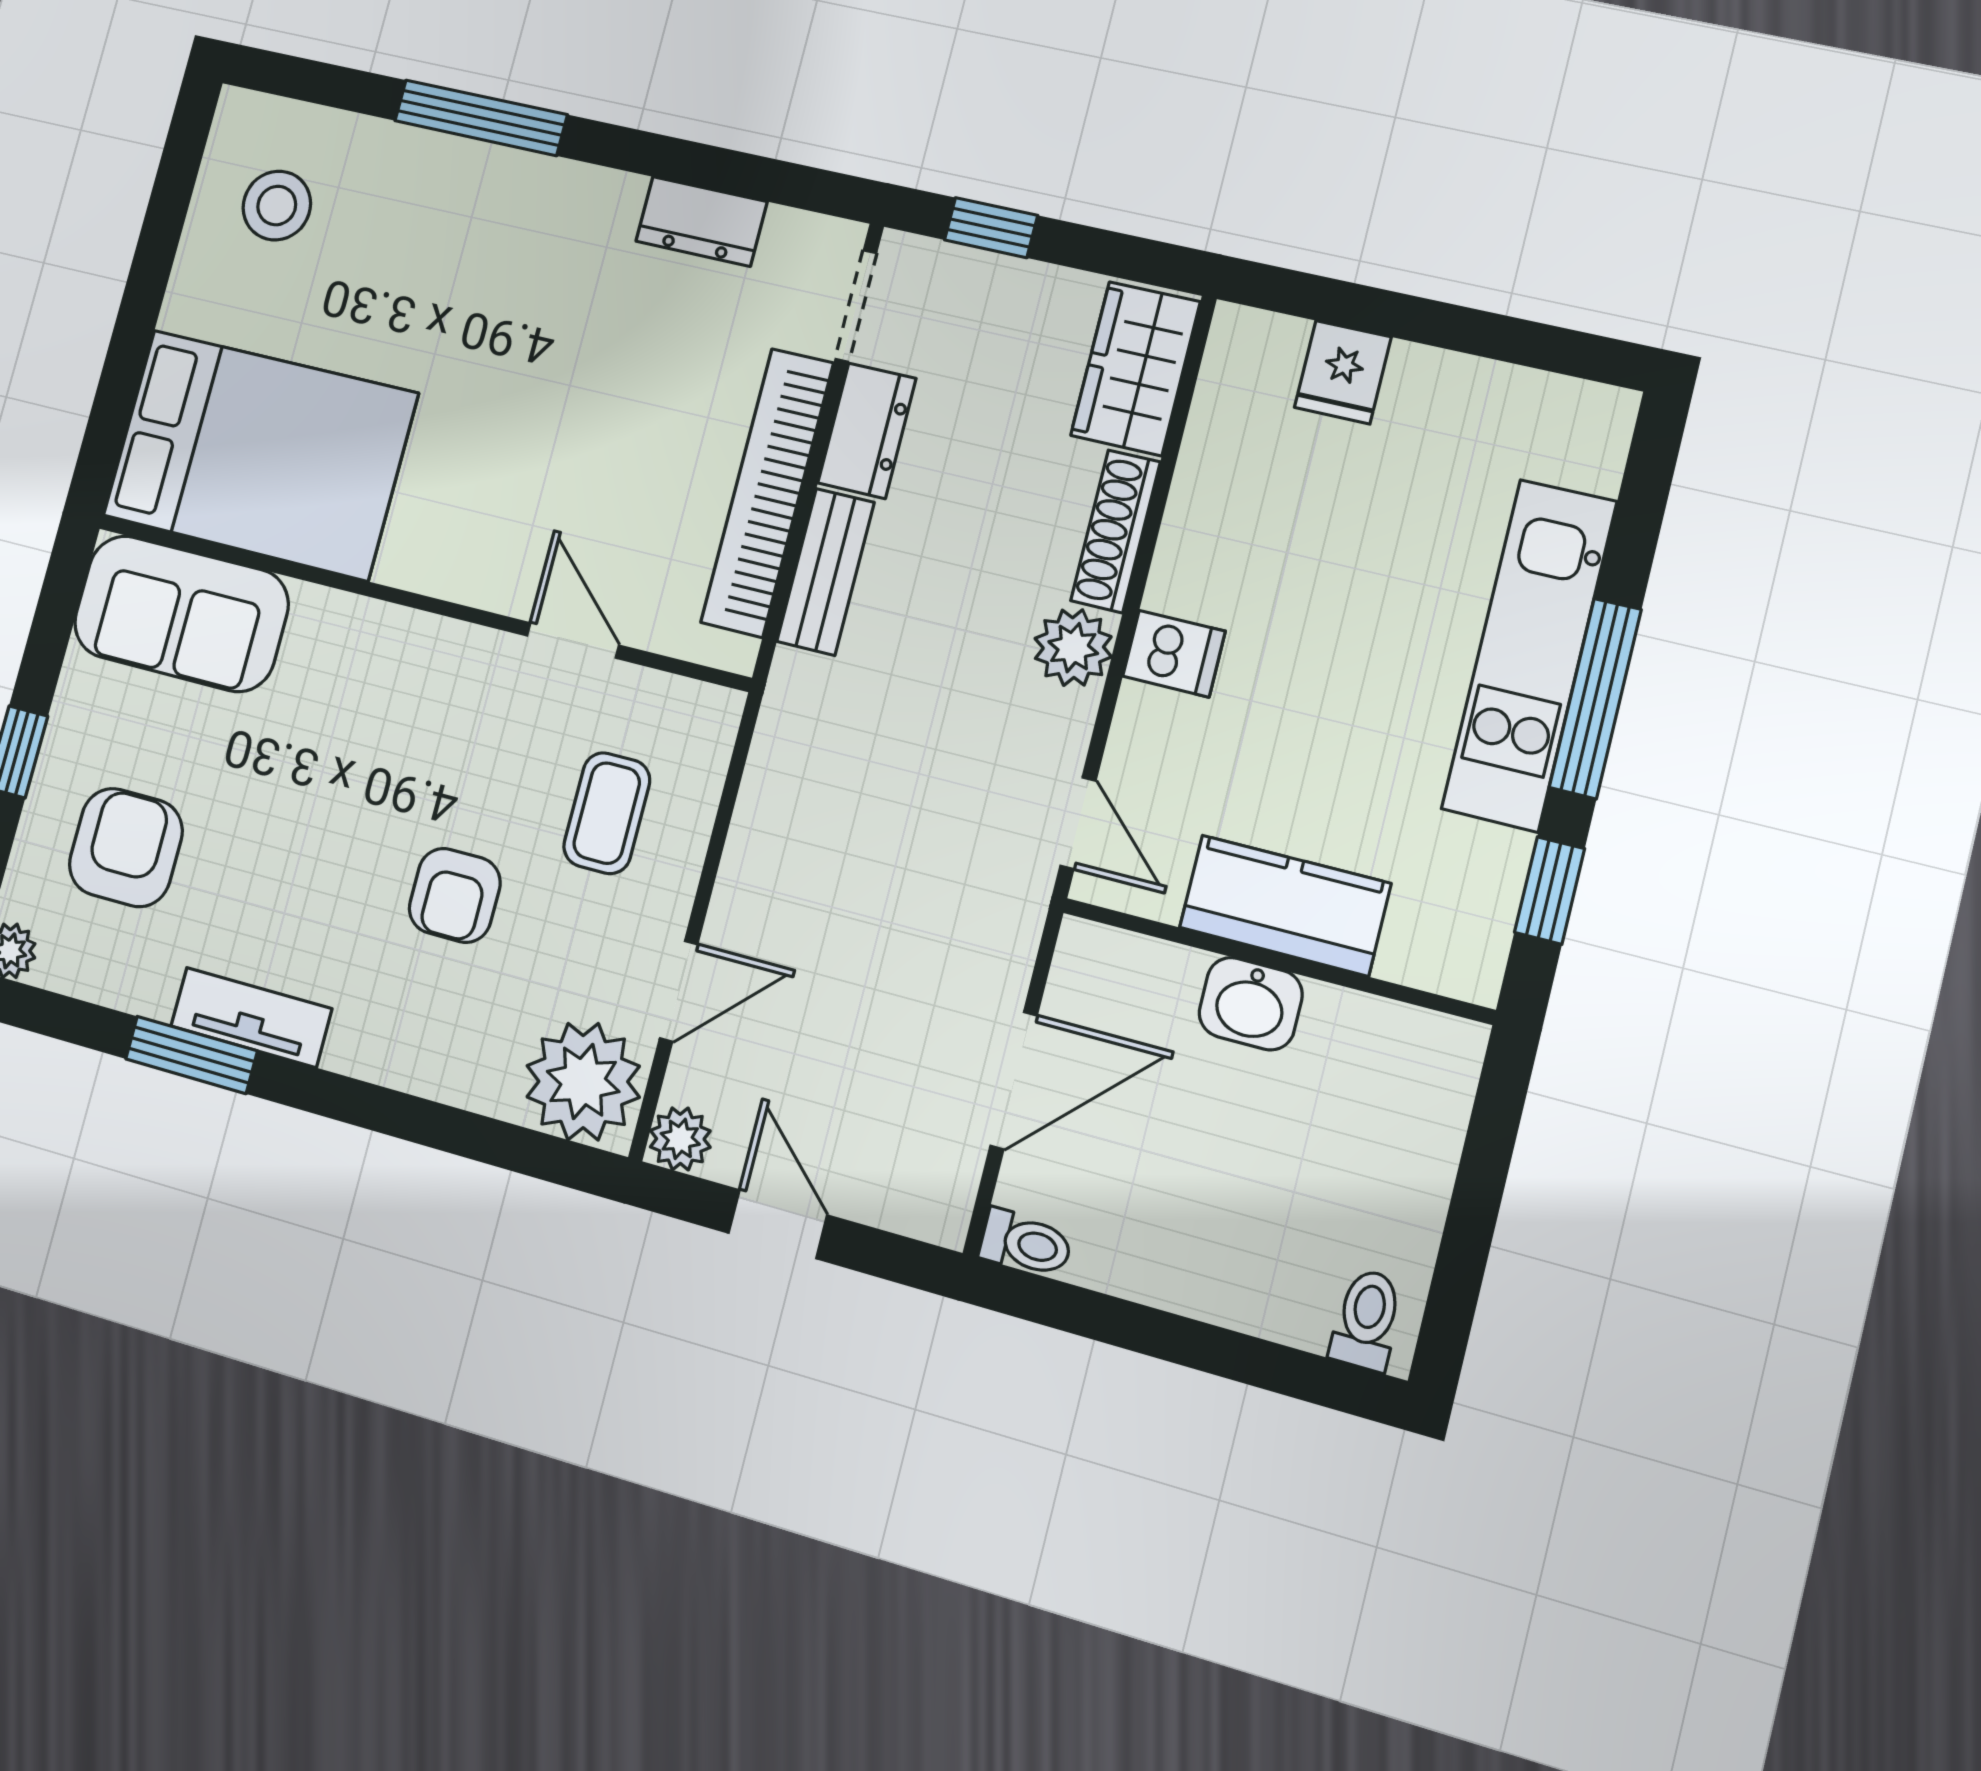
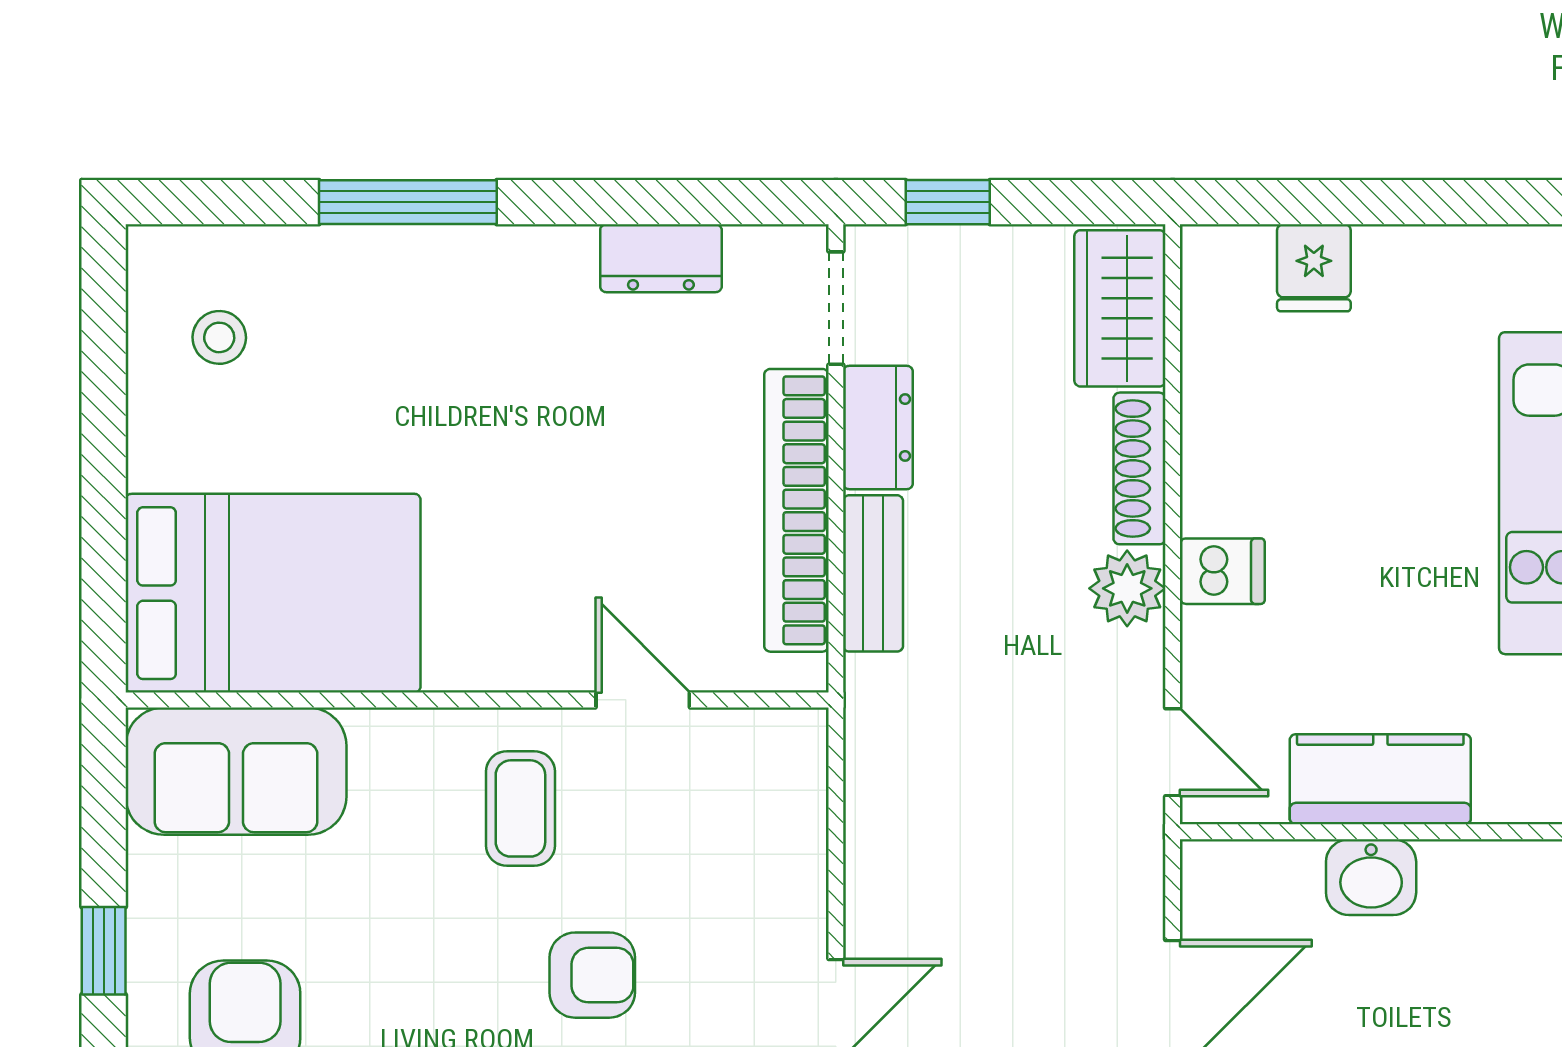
stool: (277, 206) -> (219, 337), width x0.73, depth x0.73
coffee table: (607, 813) -> (520, 808), moved
armchair: (455, 895) -> (592, 975), turned -90

